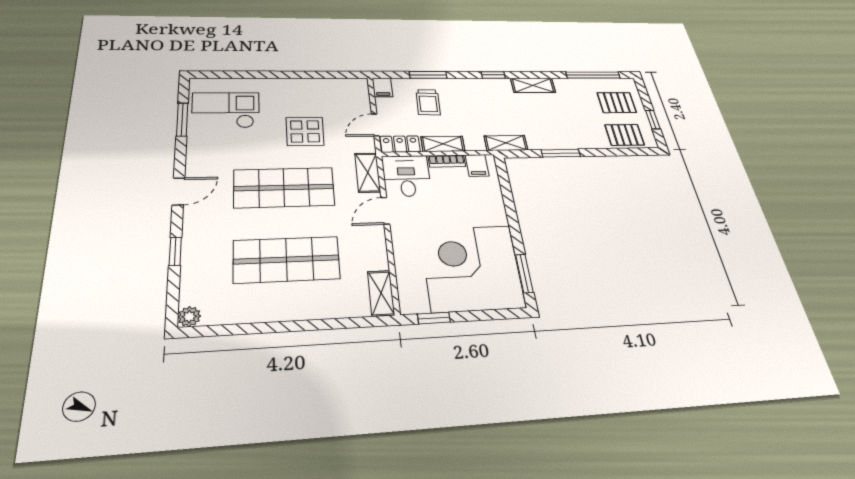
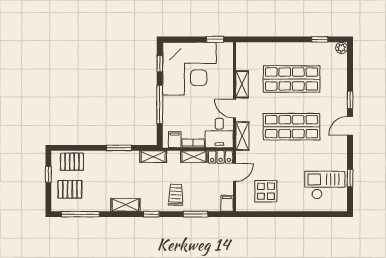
trolley: (428, 102) -> (176, 195), moved
checkout: (226, 110) -> (325, 185), turned 180
window: (182, 119) -> (350, 178), width x0.67
display table: (305, 131) -> (266, 191), moved
door: (385, 211) -> (234, 109), swing flipped
window: (511, 213) -> (160, 104), added
window: (175, 251) -> (350, 100), moved
window: (524, 273) -> (160, 64), width x0.67
shelving: (381, 293) -> (242, 84), moved
window: (233, 330) -> (320, 39), added

